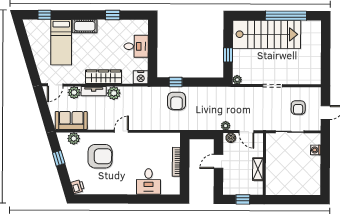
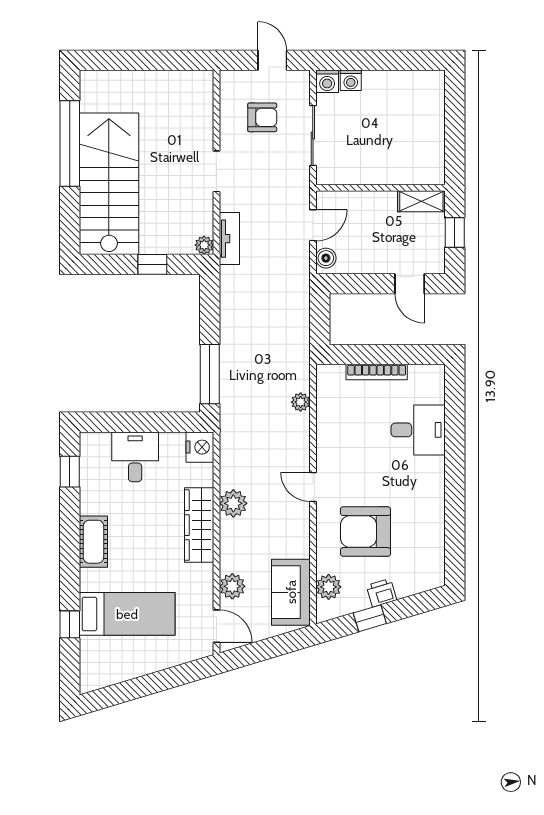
window: (45, 15) -> (70, 624), moved
window: (113, 15) -> (70, 472), moved
cot: (85, 26) -> (93, 542), moved
window: (176, 82) -> (210, 374), width x2.17
tv unit: (94, 91) -> (229, 239), moved
armchair: (177, 101) -> (249, 372), removed
plant: (226, 126) -> (301, 402), moved
washing machine: (315, 139) -> (327, 81), added
armchair: (100, 156) -> (365, 532), turned -90
door: (218, 161) -> (410, 284), moved
shelving: (258, 169) -> (421, 201), moved
printer: (78, 186) -> (381, 593), moved

